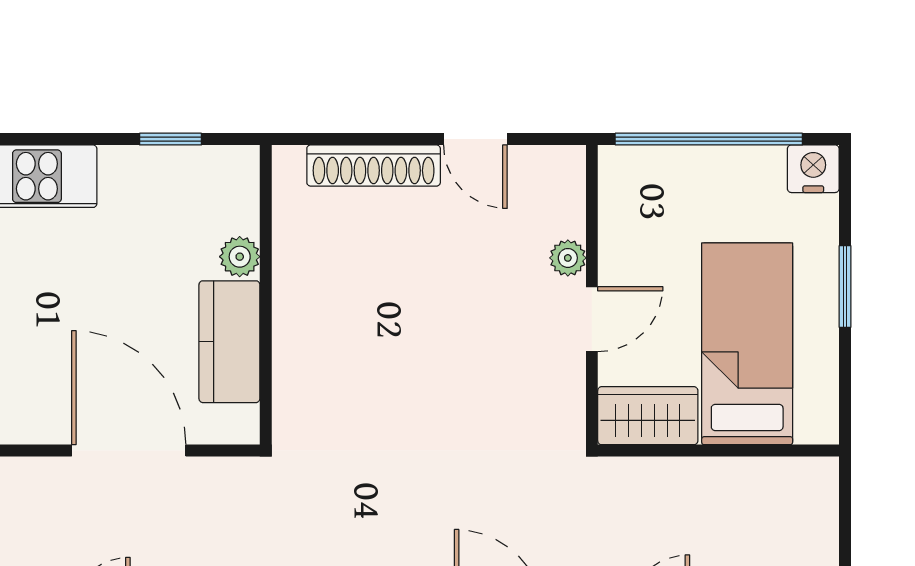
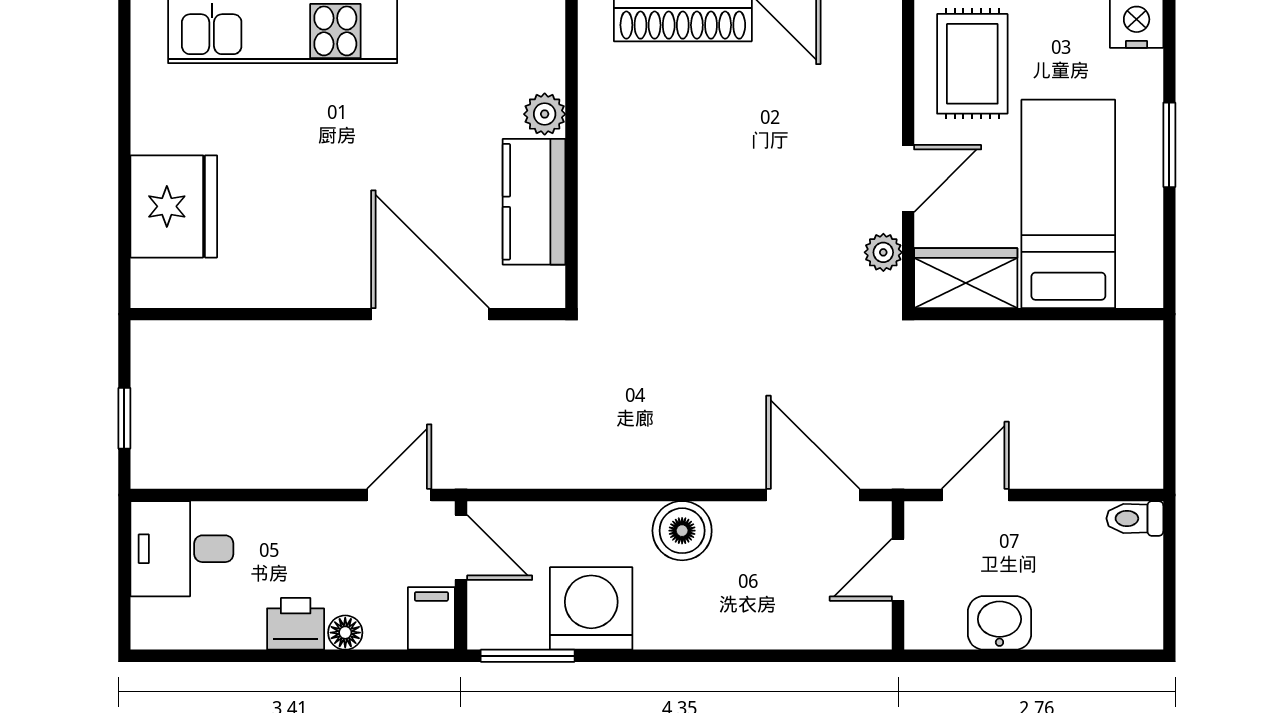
rug: (654, 208) -> (972, 64), added
plant: (568, 258) -> (883, 252), moved

